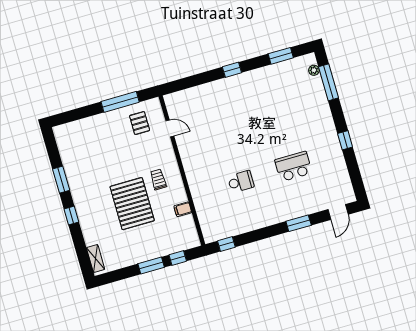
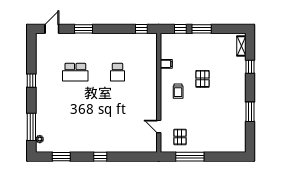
school desk: (241, 182) -> (117, 72), turned -90
pallet: (132, 204) -> (203, 79), width x0.49, depth x0.50
window: (71, 216) -> (250, 67), moved

